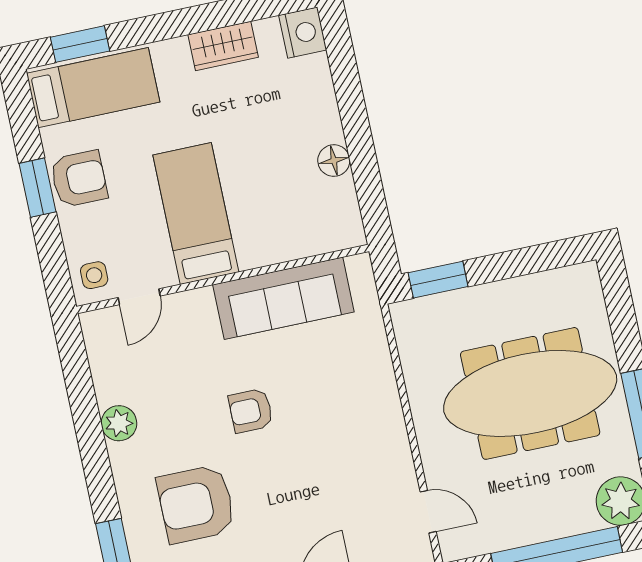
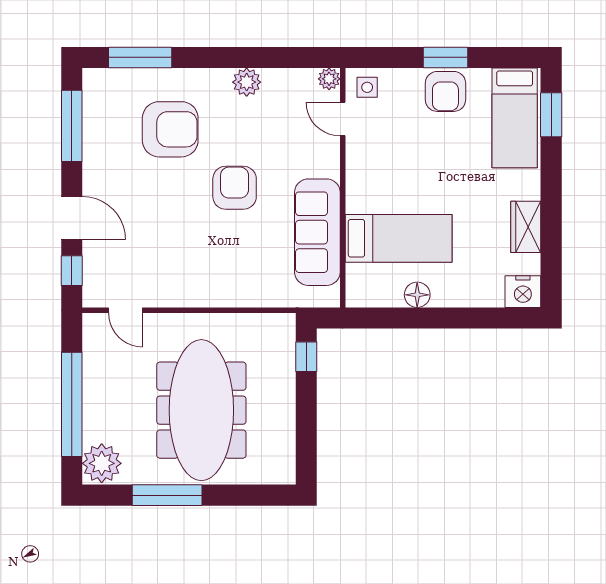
bed: (196, 214) -> (399, 238), moved
window: (438, 280) -> (306, 357), width x0.67
plant: (94, 324) -> (329, 79), added
armchair: (251, 411) -> (235, 188), width x1.38, depth x1.38
armchair: (196, 504) -> (170, 129), turned 90
door: (428, 512) -> (126, 310), hinge flipped

